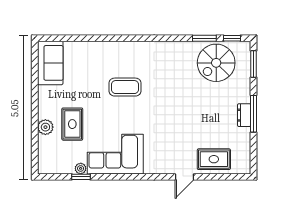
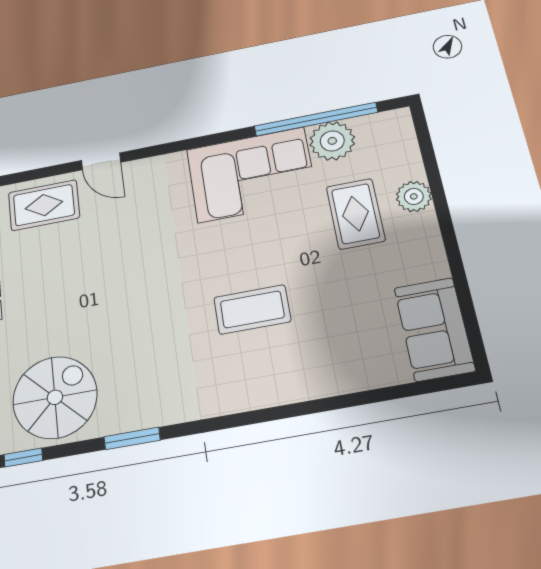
window: (204, 38) -> (132, 438), moved
plant: (81, 168) -> (332, 141), width x1.88, depth x1.88
window: (81, 177) -> (316, 119), width x3.17
door: (184, 177) -> (101, 161), swing flipped

